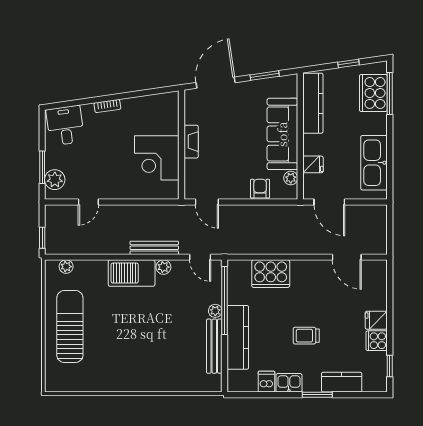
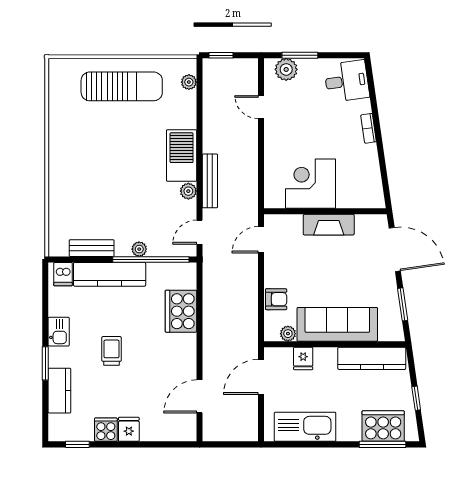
fireplace: (191, 142) -> (329, 225), width x1.37, depth x1.32
bench: (214, 346) -> (92, 248), width x0.73
dishwasher: (266, 382) -> (63, 274), moved, turned 90

